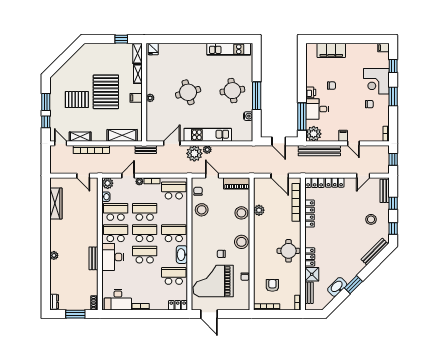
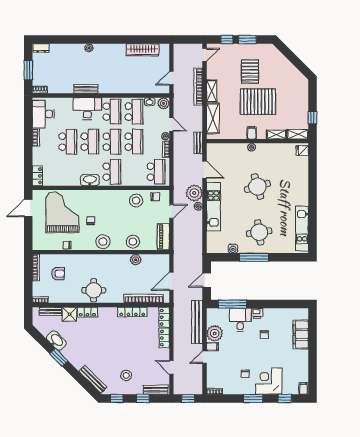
plant: (314, 134) -> (215, 333), moved
shelving: (80, 137) -> (212, 91), moved
school desk: (174, 276) -> (68, 142), moved

